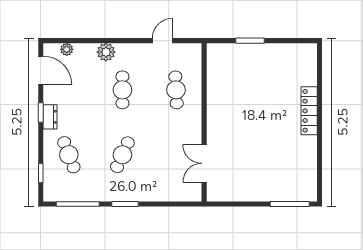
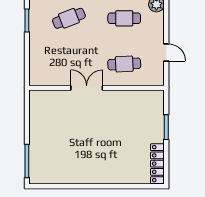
locker: (309, 111) -> (157, 164), moved, turned -90
cafe table: (122, 155) -> (69, 18), turned -45
double door: (204, 163) -> (87, 88), moved

